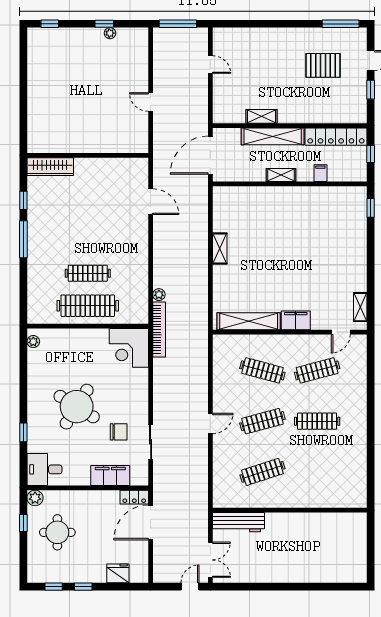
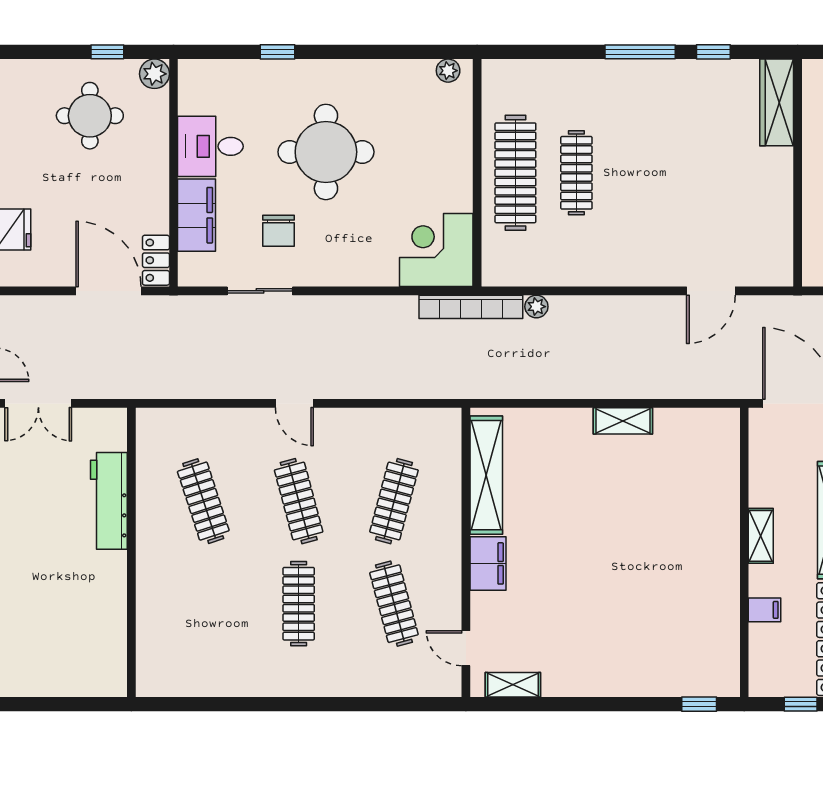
round table: (77, 407) -> (326, 152), turned -32
desk: (44, 469) -> (210, 146), moved, turned -90
workbench: (239, 522) -> (109, 501), moved

